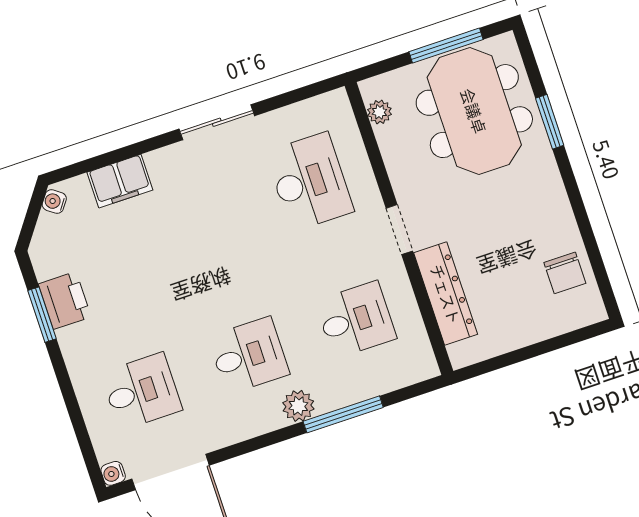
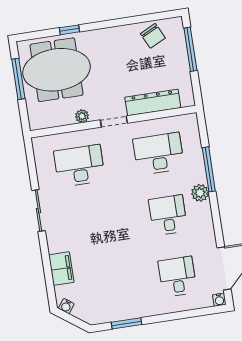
plant: (379, 112) -> (82, 116), moved
window: (550, 122) -> (69, 30), width x0.67
chair: (565, 273) -> (153, 36), turned 64
printer: (65, 300) -> (121, 310), removed
desk: (356, 320) -> (159, 154), width x1.37
window: (552, 344) -> (190, 49), added

